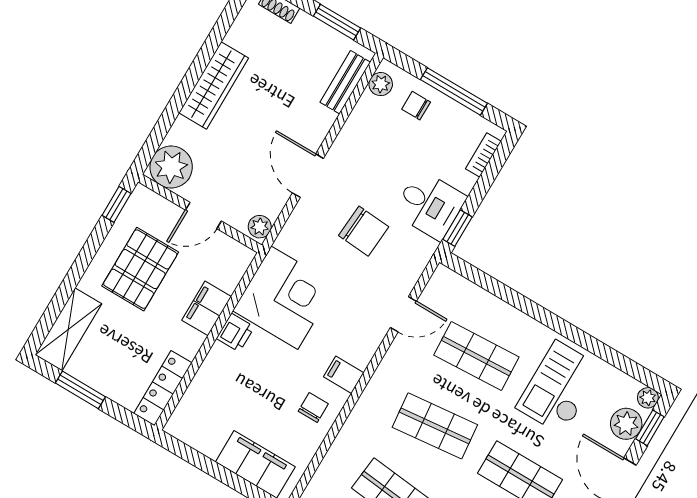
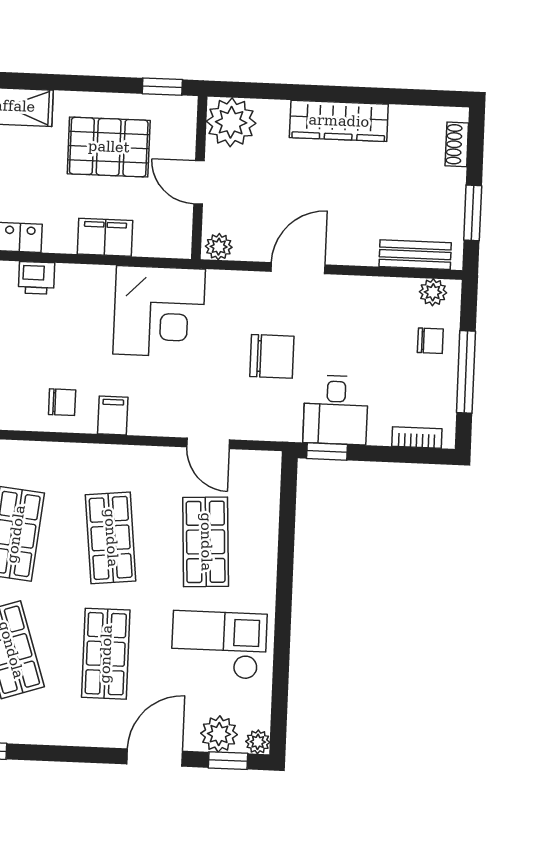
chair: (416, 106) -> (430, 341), turned 90
chair: (364, 231) -> (272, 356), turned -94
printer: (235, 333) -> (37, 278), moved

